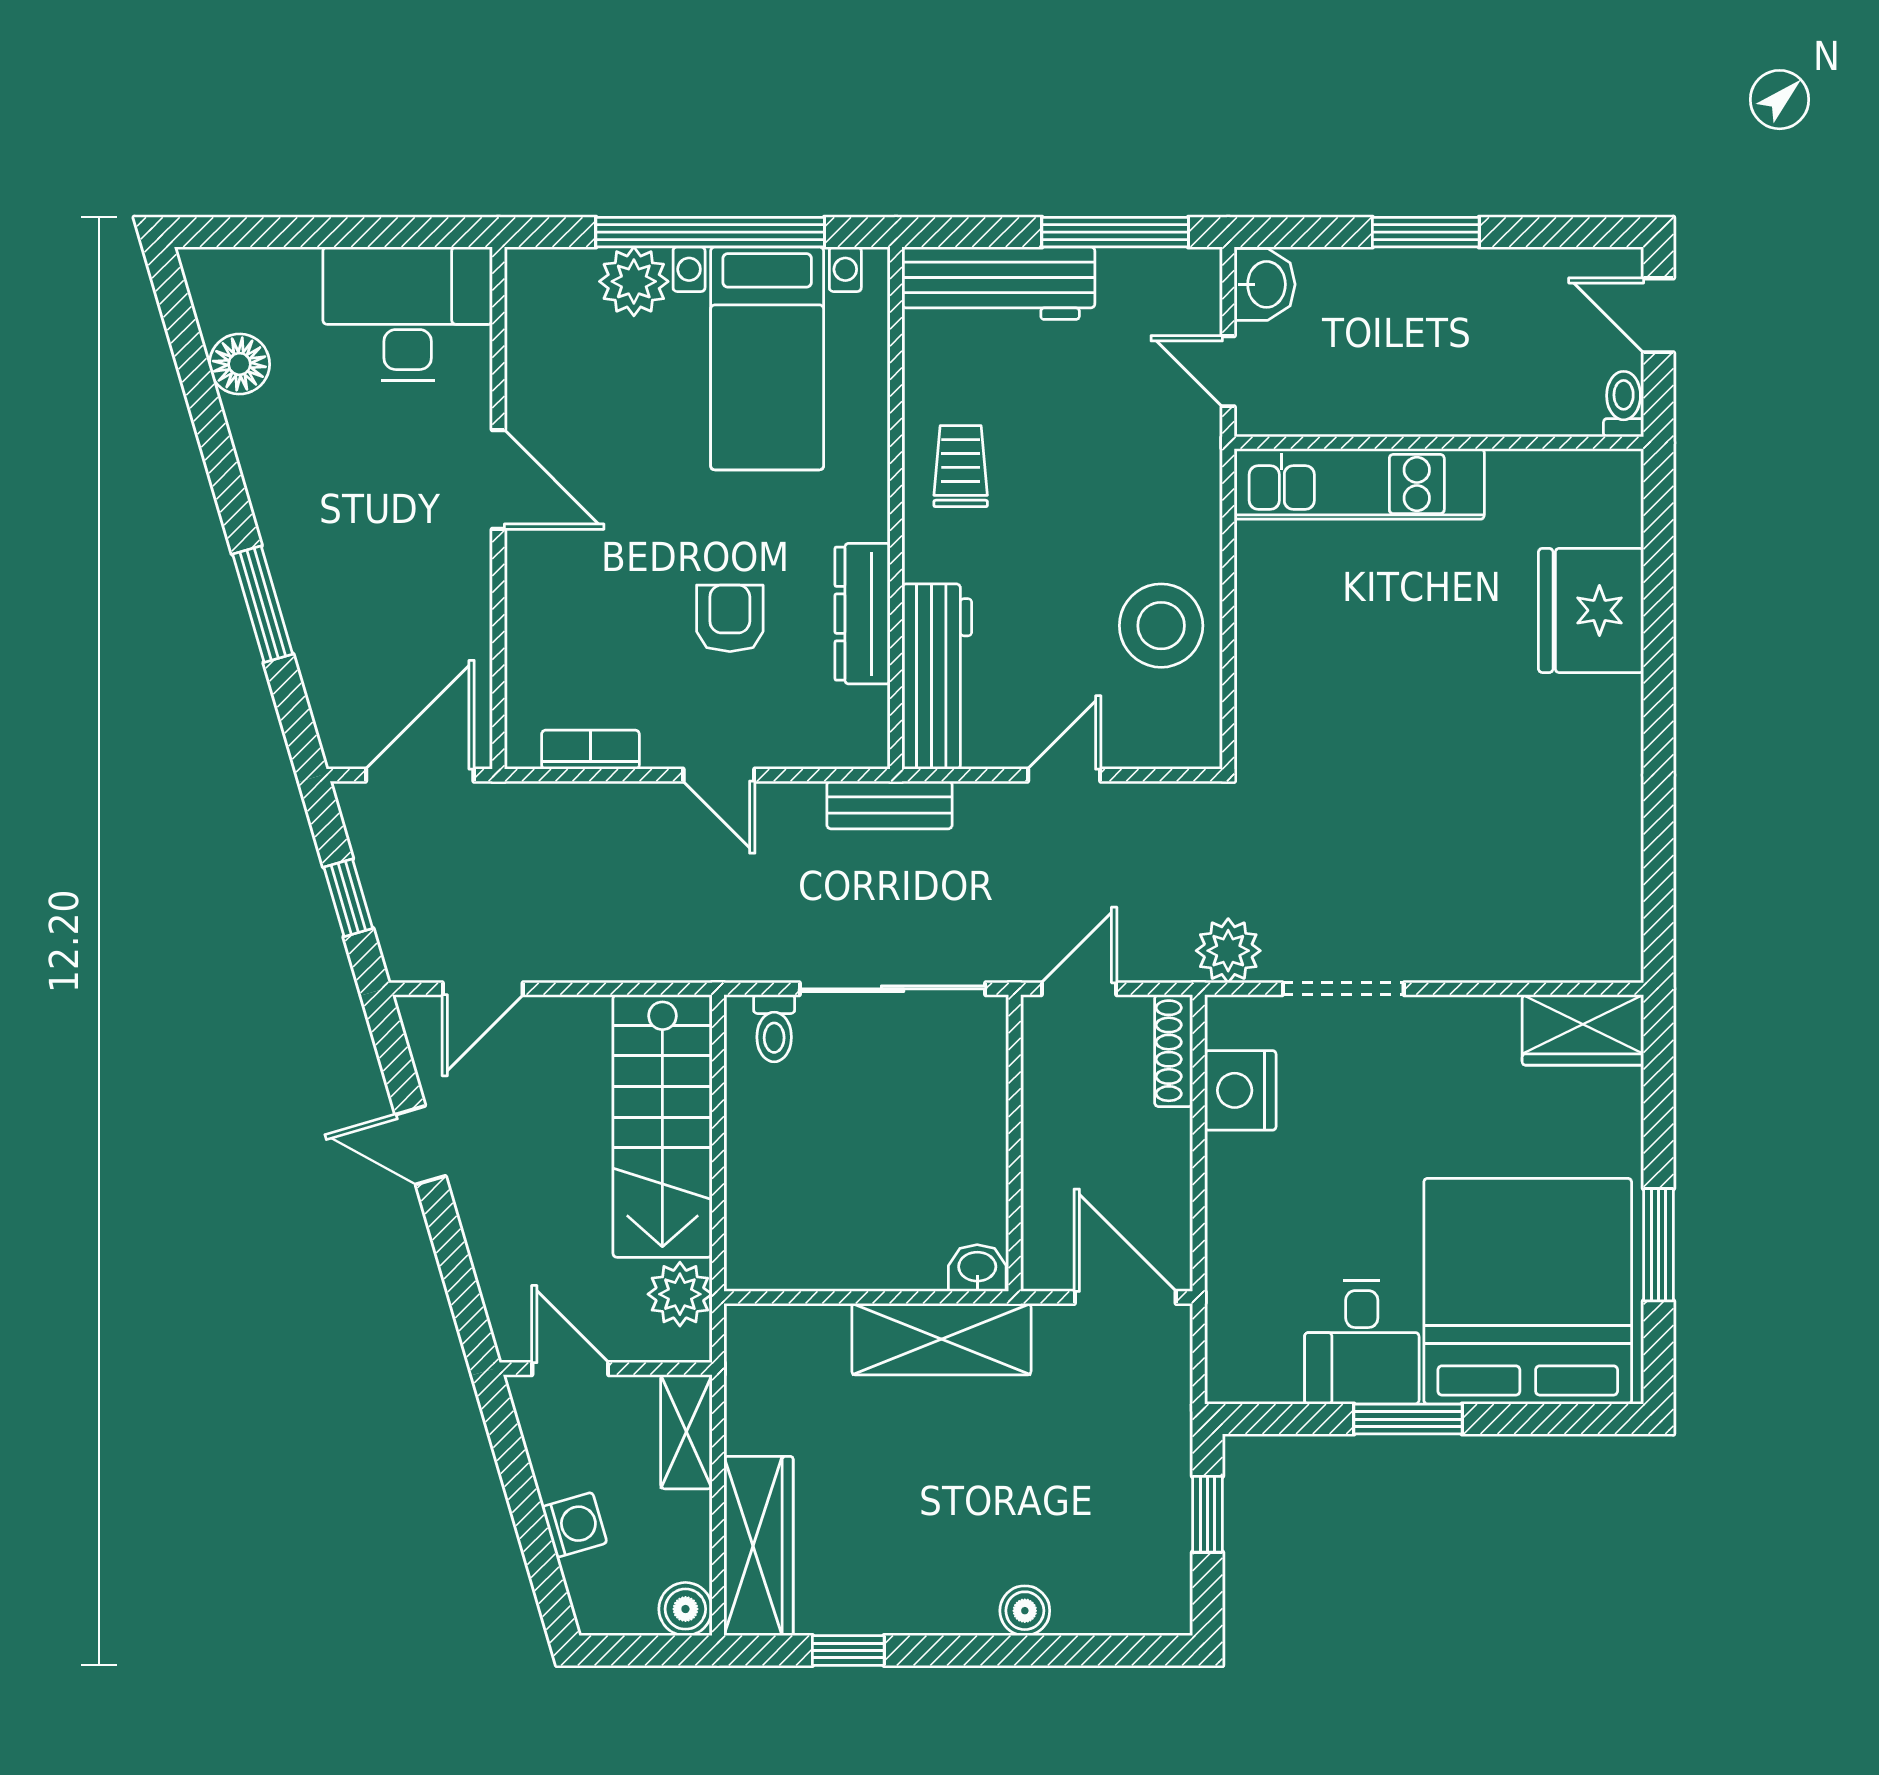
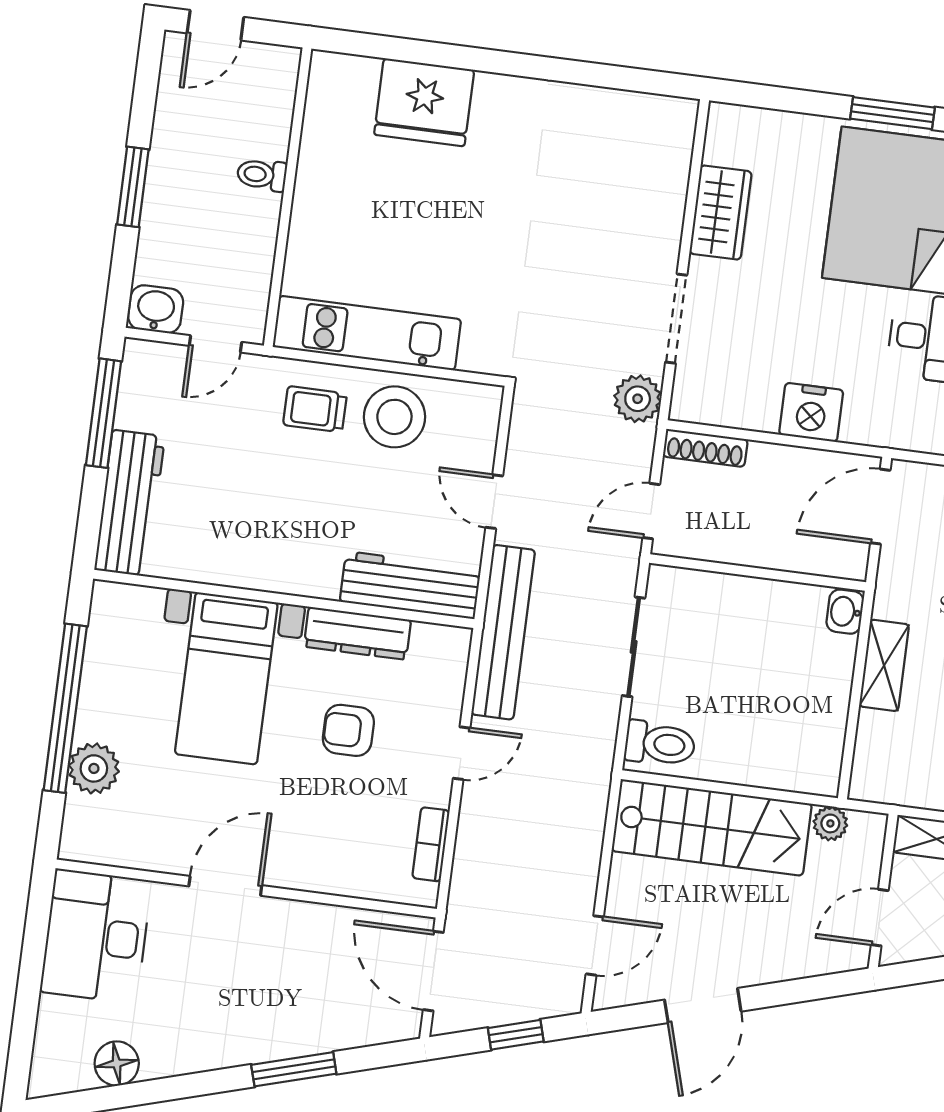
bed with nightstands: (767, 358) -> (226, 678), moved, turned 90
toilet: (1624, 404) -> (262, 175), moved
trolley: (961, 466) -> (315, 409), moved
kitchen unit: (1359, 484) -> (367, 333), moved, turned -90
bench: (890, 805) -> (503, 632), width x1.86, depth x1.21
door: (483, 989) -> (595, 945), hinge flipped
sliding door: (893, 989) -> (634, 647), width x0.73
door: (1079, 989) -> (651, 511), hinge flipped
toilet: (774, 1028) -> (660, 744), width x1.37, depth x1.39
wardrobe: (1583, 1030) -> (720, 213), moved
nightstand: (1240, 1090) -> (811, 412), moved
door: (421, 1145) -> (703, 1006), width x1.38
plant: (680, 1294) -> (830, 823), width x0.73, depth x0.73
shelving: (941, 1339) -> (884, 665), width x0.67, depth x0.75

